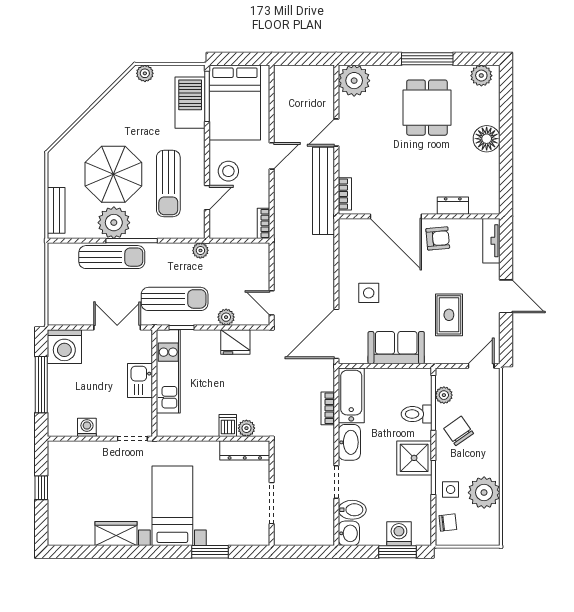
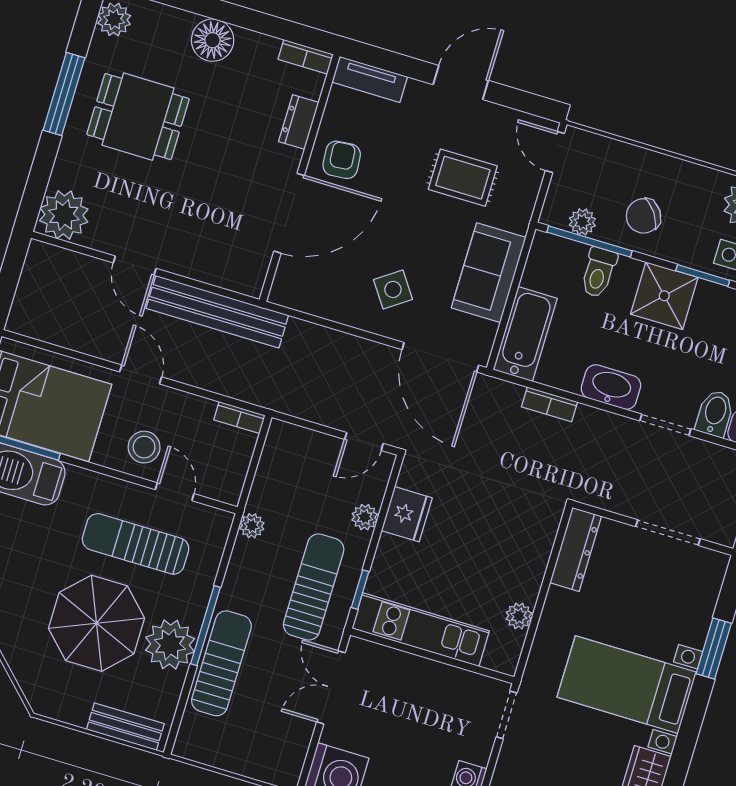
sun lounger: (168, 184) -> (136, 544), turned 180
bookcase: (345, 194) -> (306, 57), moved, turned 180
side table: (369, 293) -> (393, 289), turned -35
kitchen sink: (140, 380) -> (422, 677), removed
bathtub: (351, 395) -> (525, 334), moved, turned 90
dishwasher: (228, 426) -> (530, 564), removed
plant: (246, 428) -> (519, 616), moved

